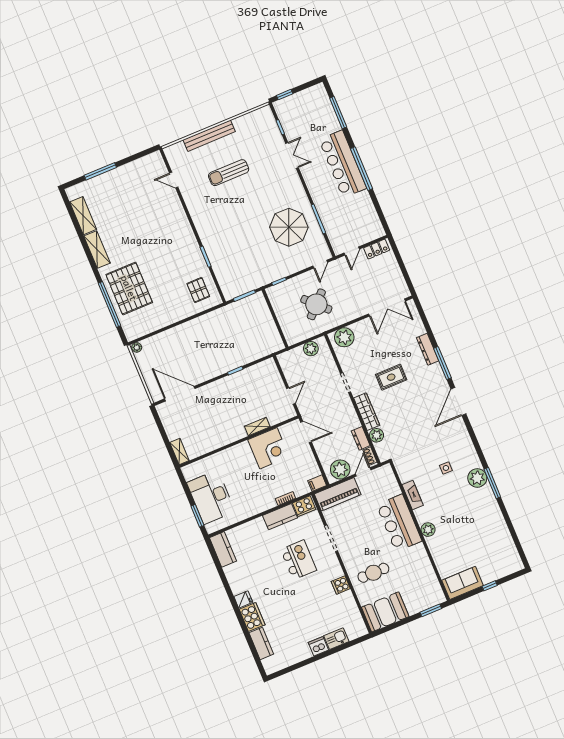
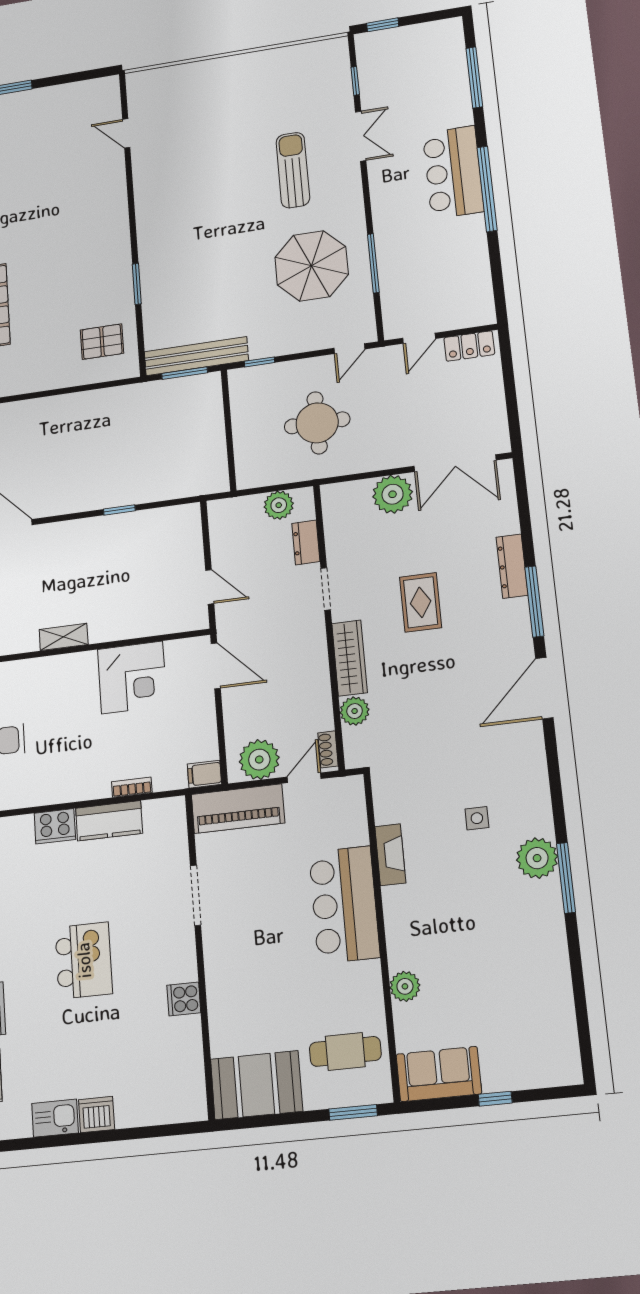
bench: (209, 136) -> (196, 356), moved
bar counter: (343, 164) -> (453, 172), width x0.73
sun lounger: (229, 173) -> (293, 170), moved, turned 90
pallet: (198, 290) -> (102, 342), turned 90
round table: (316, 304) -> (317, 423), turned 45
plant: (344, 337) -> (393, 494), moved
rug: (391, 377) -> (421, 602), turned 90
door: (291, 396) -> (210, 587), hinge flipped
shelving: (257, 427) -> (64, 637), moved
dresser: (361, 438) -> (306, 542), moved
cooker: (304, 506) -> (55, 826), moved
plant: (428, 530) -> (405, 986), moved
kitchen island: (299, 560) -> (84, 960), moved
cafe table: (373, 573) -> (345, 1051), moved
kitchen sink: (336, 639) -> (55, 1118), moved

